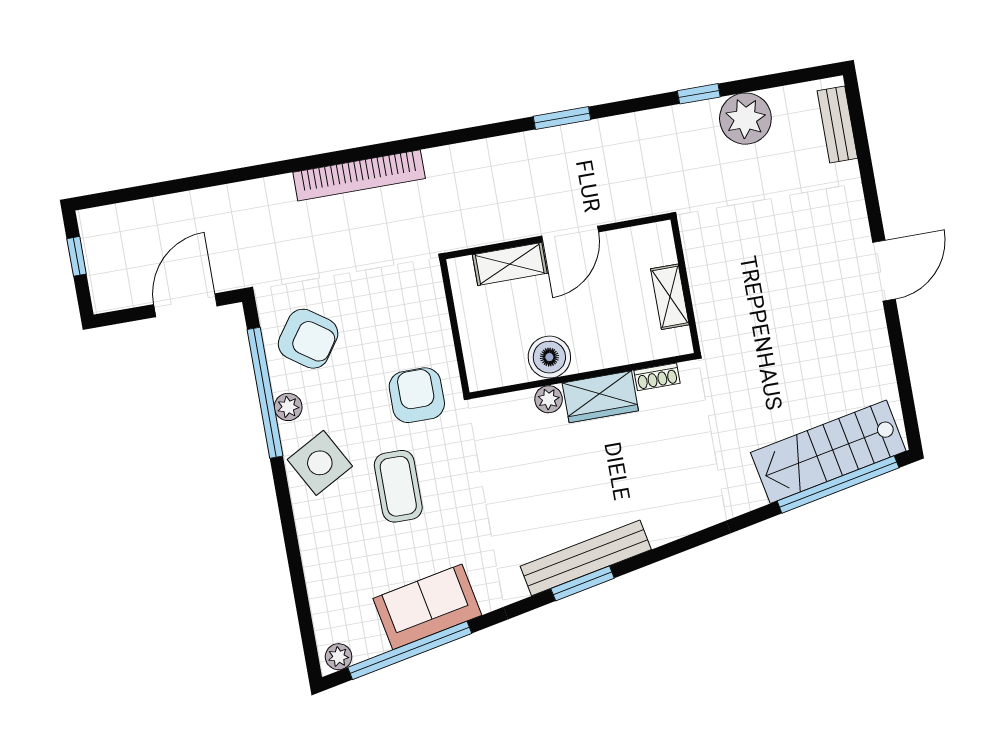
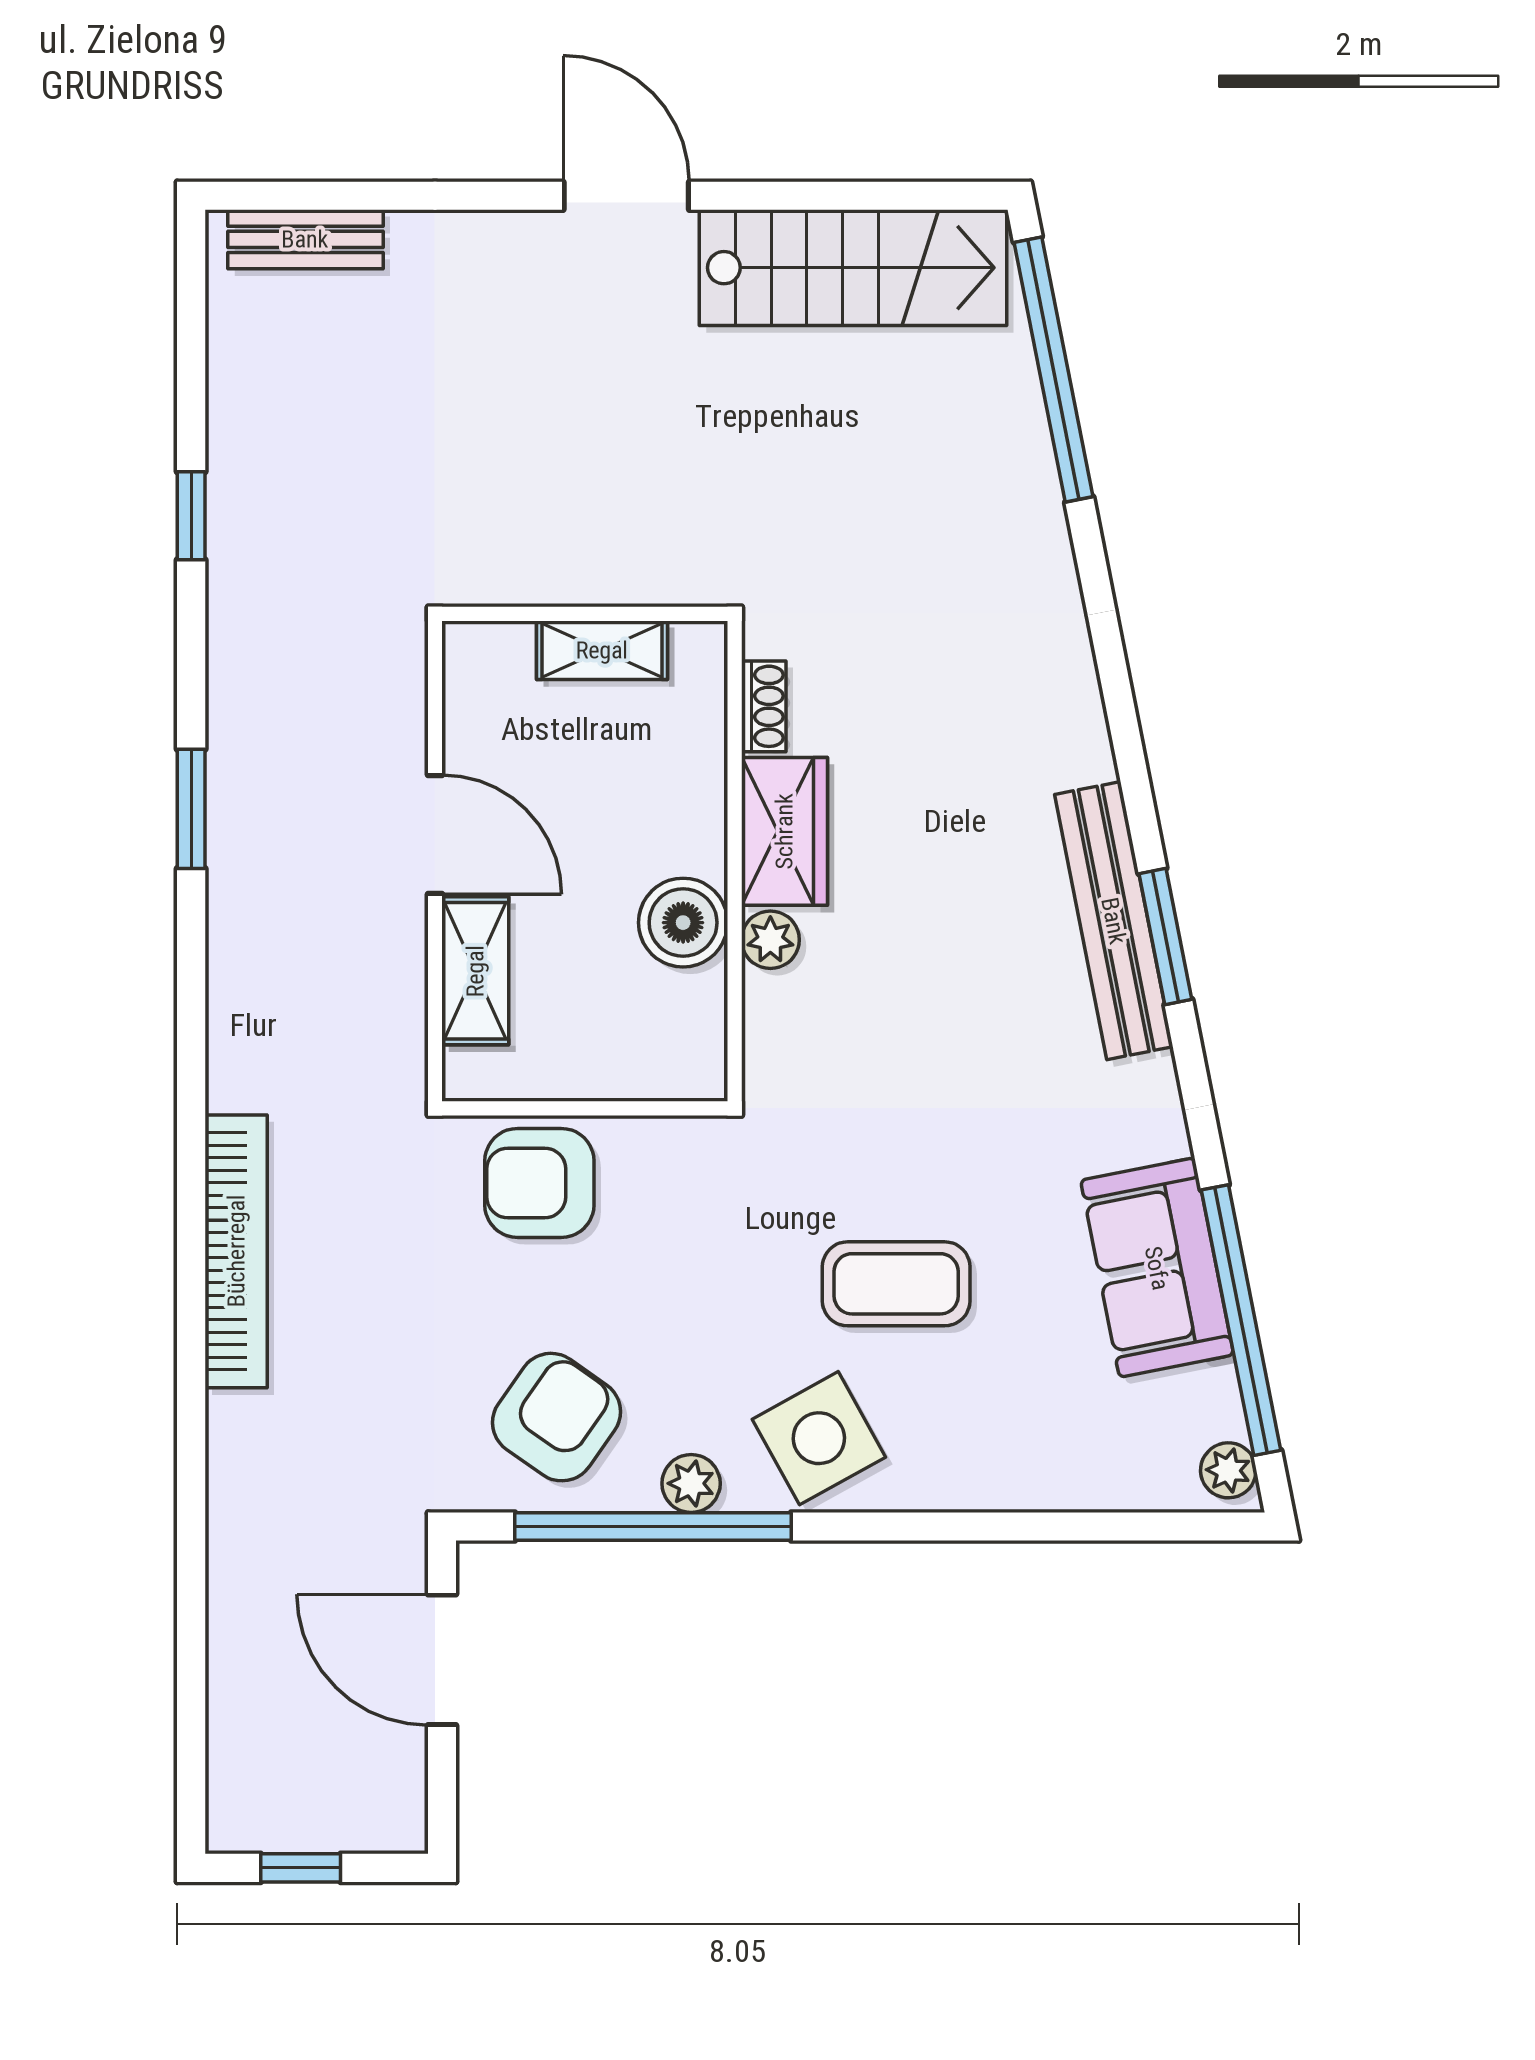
plant: (745, 119) -> (259, 428), removed
armchair: (417, 395) -> (539, 1183), moved
stairs: (828, 452) -> (853, 268), moved, turned -79

